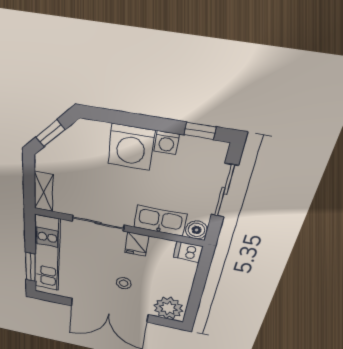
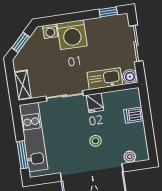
washing machine: (167, 143) -> (50, 31), moved
dishwasher: (188, 252) -> (134, 115), moved
plant: (168, 308) -> (130, 157), width x0.53, depth x0.53

